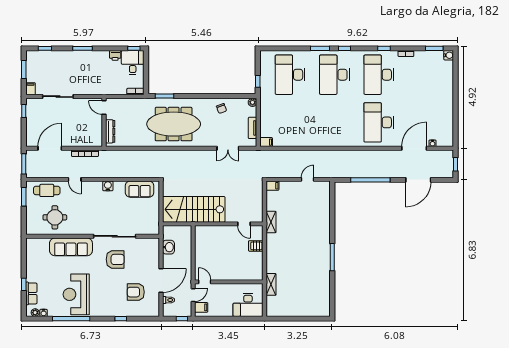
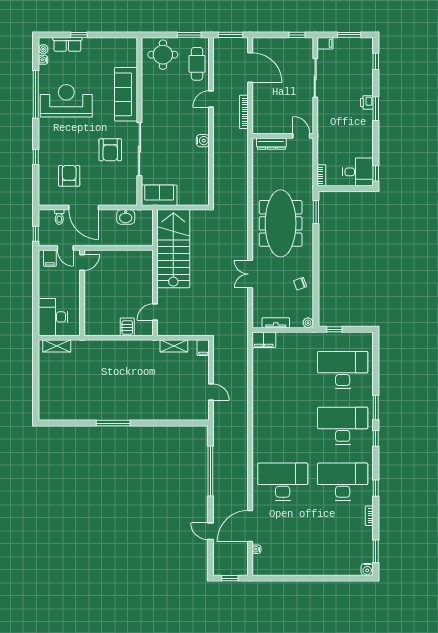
printer: (115, 55) -> (367, 102), moved
door: (104, 108) -> (301, 136), hinge flipped
filing cabinet: (266, 142) -> (264, 340), width x2.00
double door: (228, 148) -> (250, 274), moved
door: (414, 148) -> (250, 526), swing flipped
door: (418, 180) -> (210, 531), width x0.53
sofa: (140, 189) -> (159, 195), moved, turned 90
round table: (55, 217) -> (163, 55), moved
shelving: (271, 222) -> (174, 346), moved
shelving: (271, 284) -> (57, 346), moved

